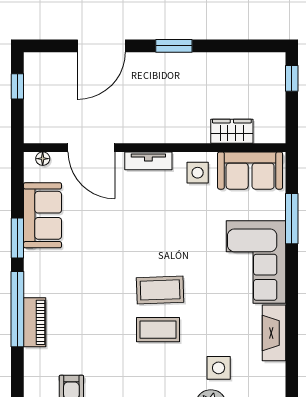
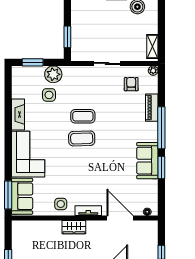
wardrobe: (232, 131) -> (74, 227), moved
sofa: (250, 171) -> (22, 196), moved, turned 90
sofa: (42, 215) -> (147, 161), moved
window: (292, 219) -> (8, 195), moved
piano: (35, 322) -> (152, 108), moved

